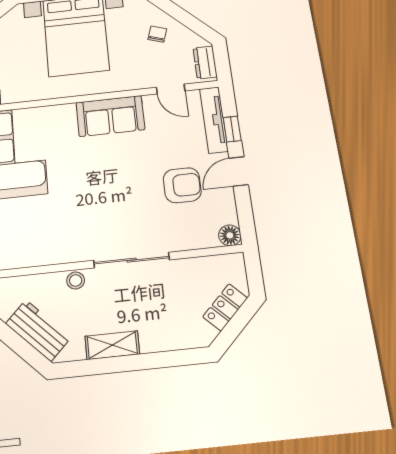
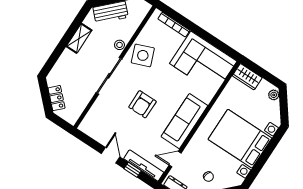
sofa: (110, 116) -> (184, 121), width x1.36
armchair: (182, 185) -> (142, 104), moved
floor lamp: (230, 235) -> (85, 127), removed
side table: (65, 237) -> (143, 55), added

